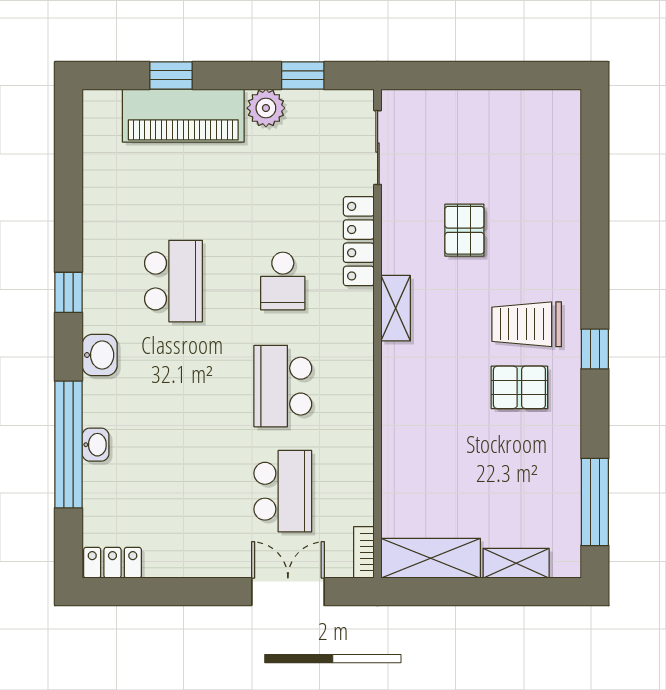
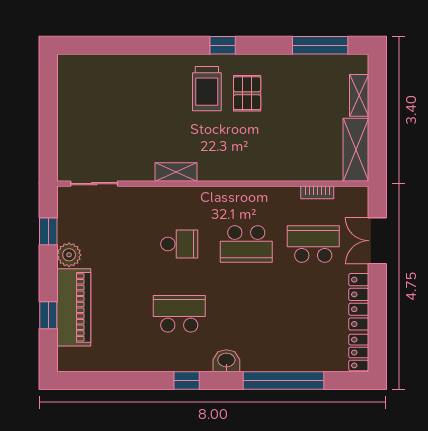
pallet: (464, 230) -> (147, 128), removed
locker: (359, 241) -> (359, 302), moved, turned 90
shelving: (396, 308) -> (176, 172), moved
washbasin: (95, 445) -> (284, 363), removed
bookcase: (364, 552) -> (317, 192), moved

